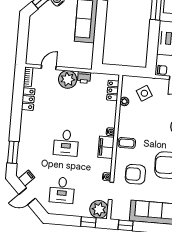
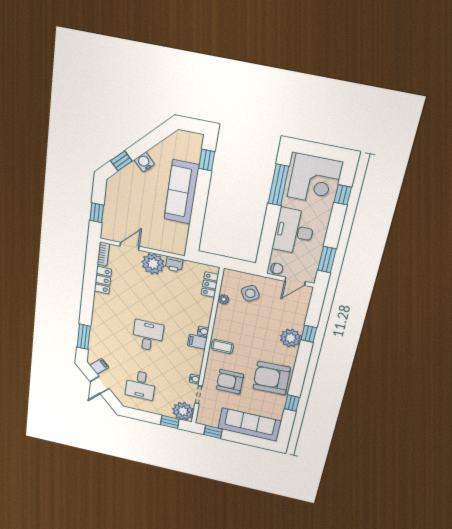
window: (22, 44) -> (97, 213), added
desk: (66, 143) -> (148, 336), turned 180
filing cabinet: (106, 147) -> (197, 342), width x0.50
door: (27, 196) -> (100, 385), hinge flipped

